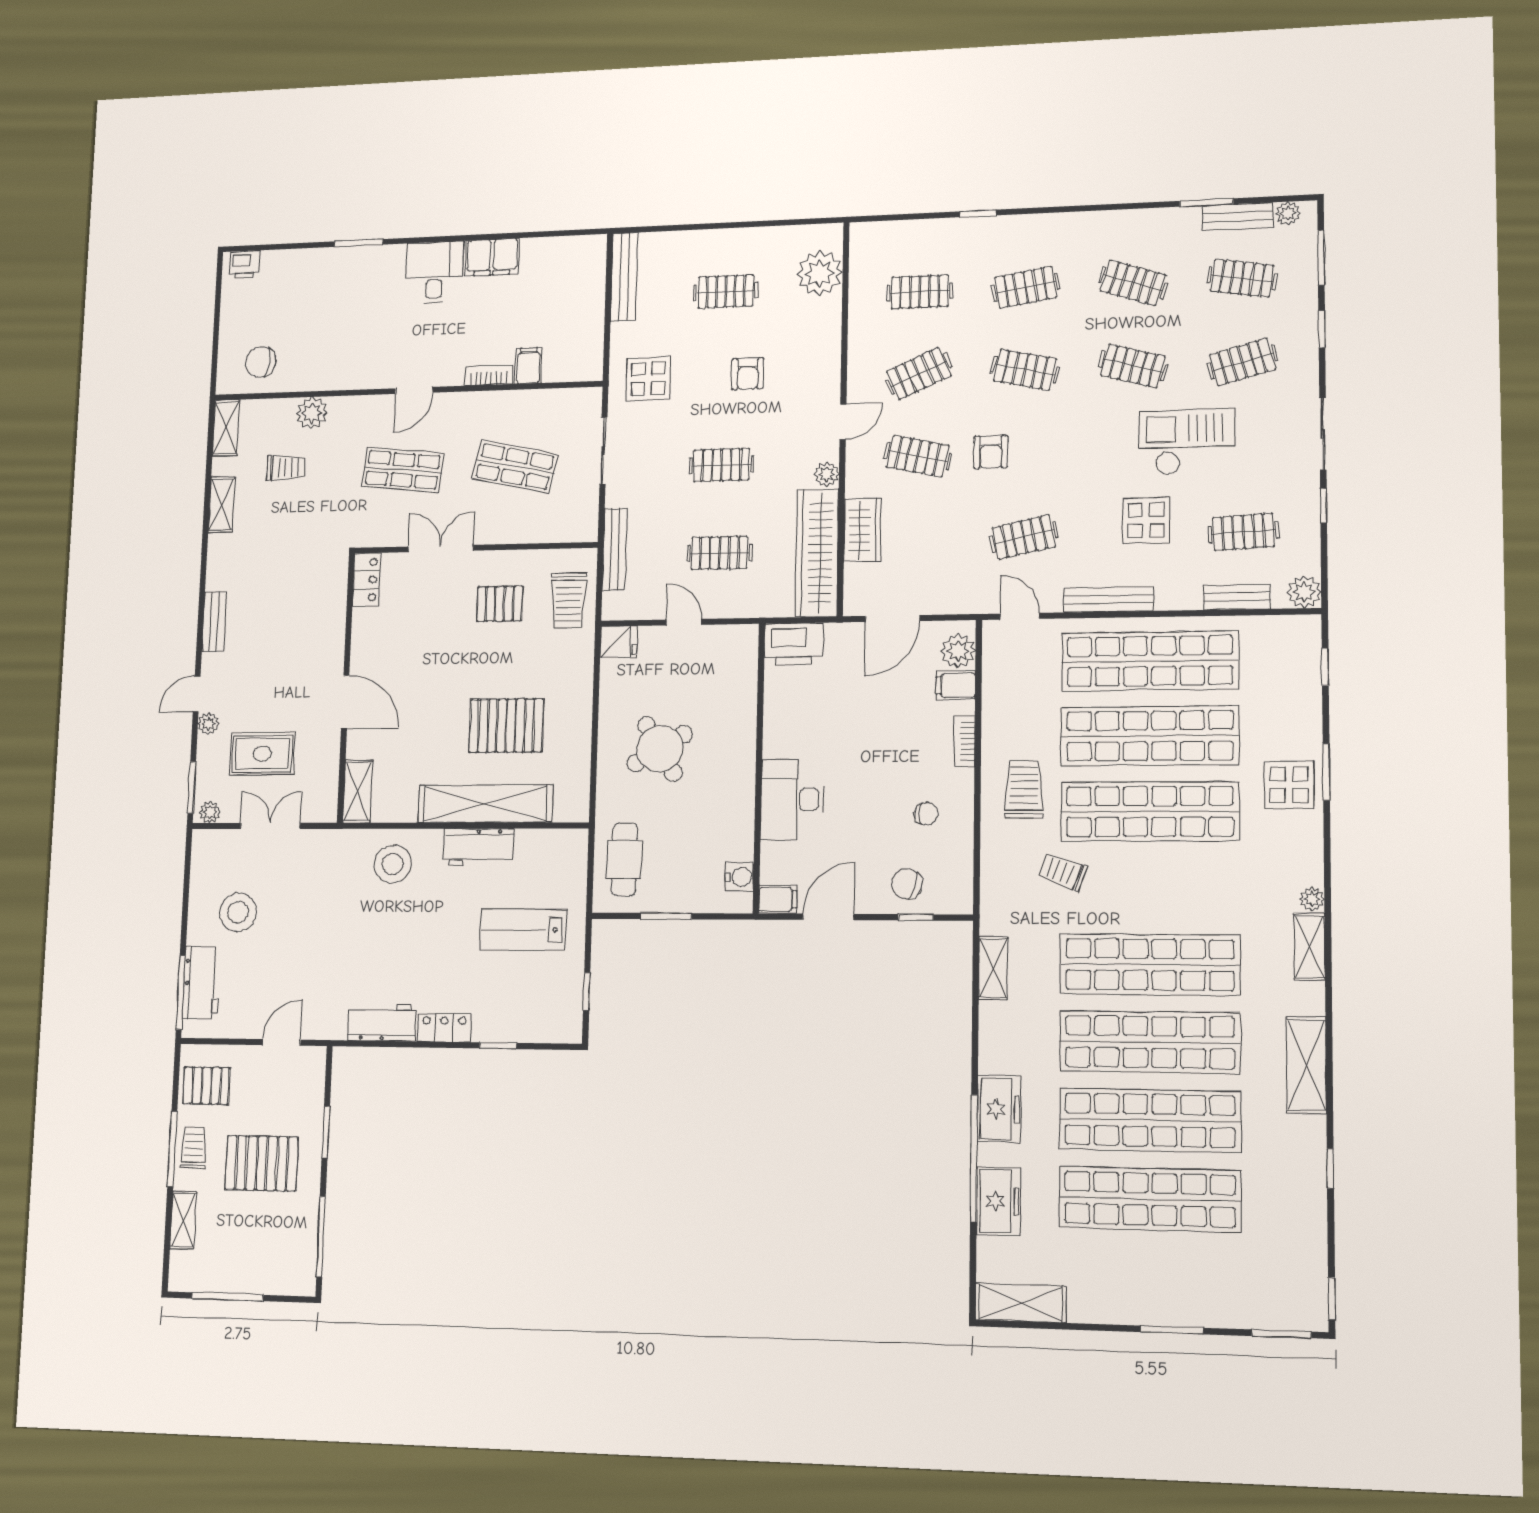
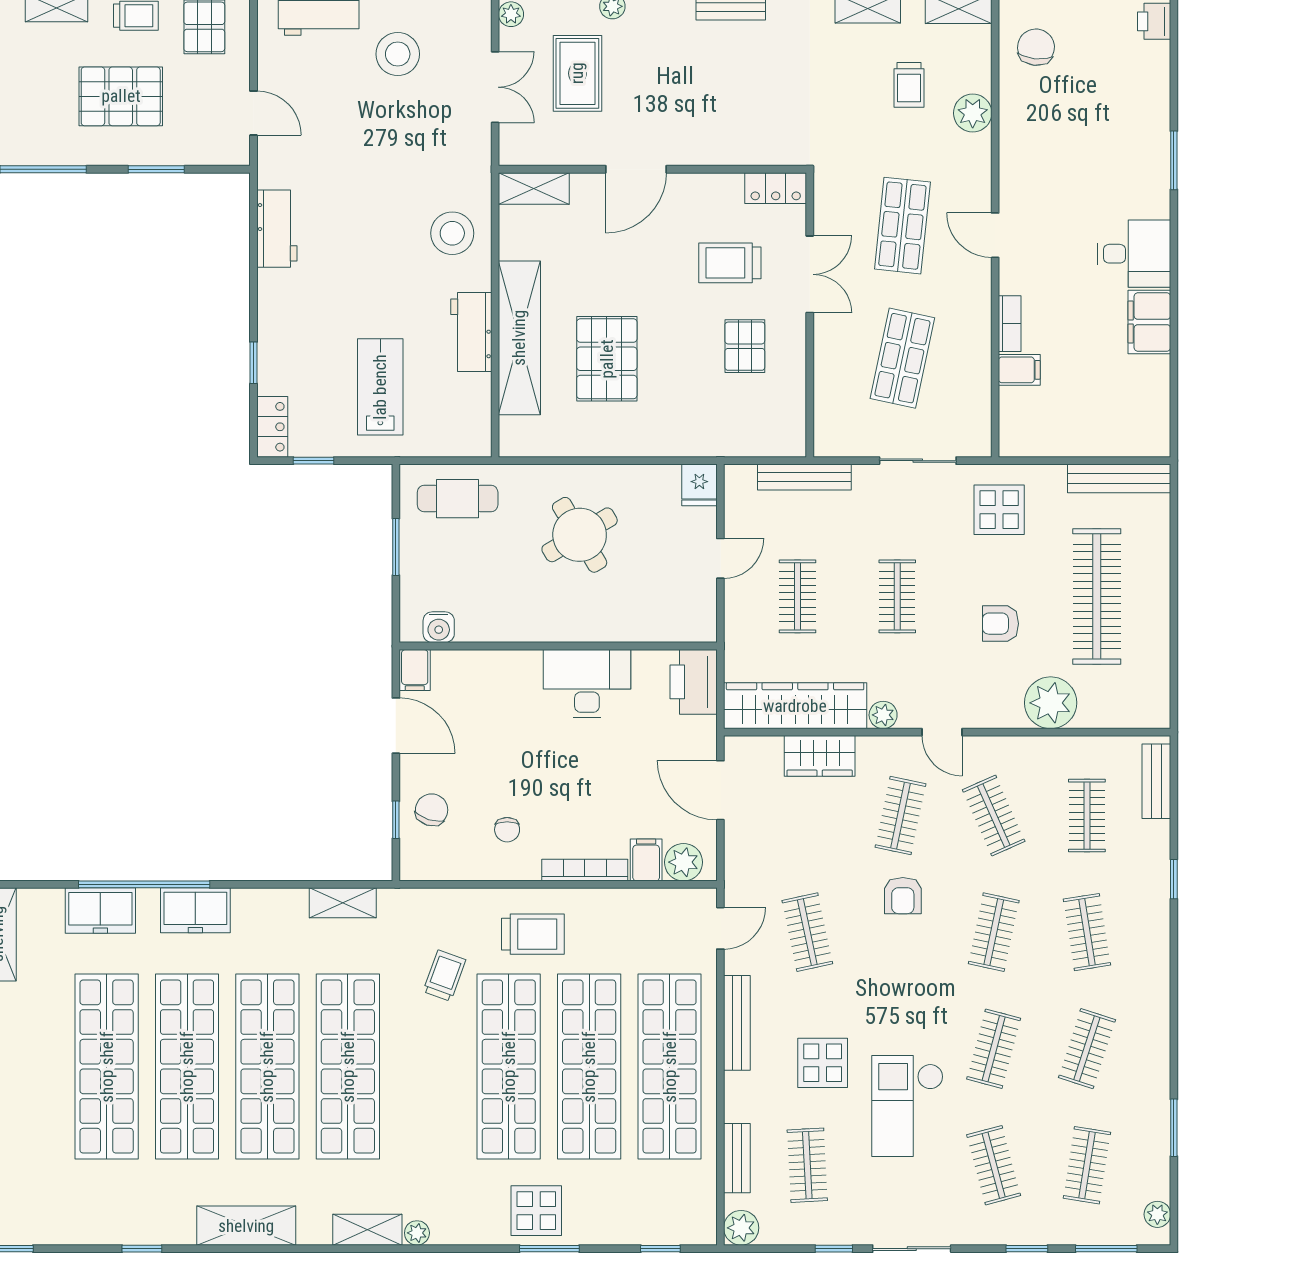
bench: (1238, 217) -> (1156, 781), moved
plant: (820, 273) -> (1051, 703), moved
clothes rail: (726, 291) -> (1097, 596), width x1.86, depth x1.31
checkout: (1187, 442) -> (907, 1106), turned 180
armchair: (991, 452) -> (903, 896), turned -90
trolley: (569, 600) -> (730, 263), moved
bookcase: (965, 741) -> (585, 870), width x1.56
desk: (792, 800) -> (587, 684), moved
locker: (444, 1028) -> (272, 427), moved
pallet: (262, 1163) -> (121, 96), turned 90

